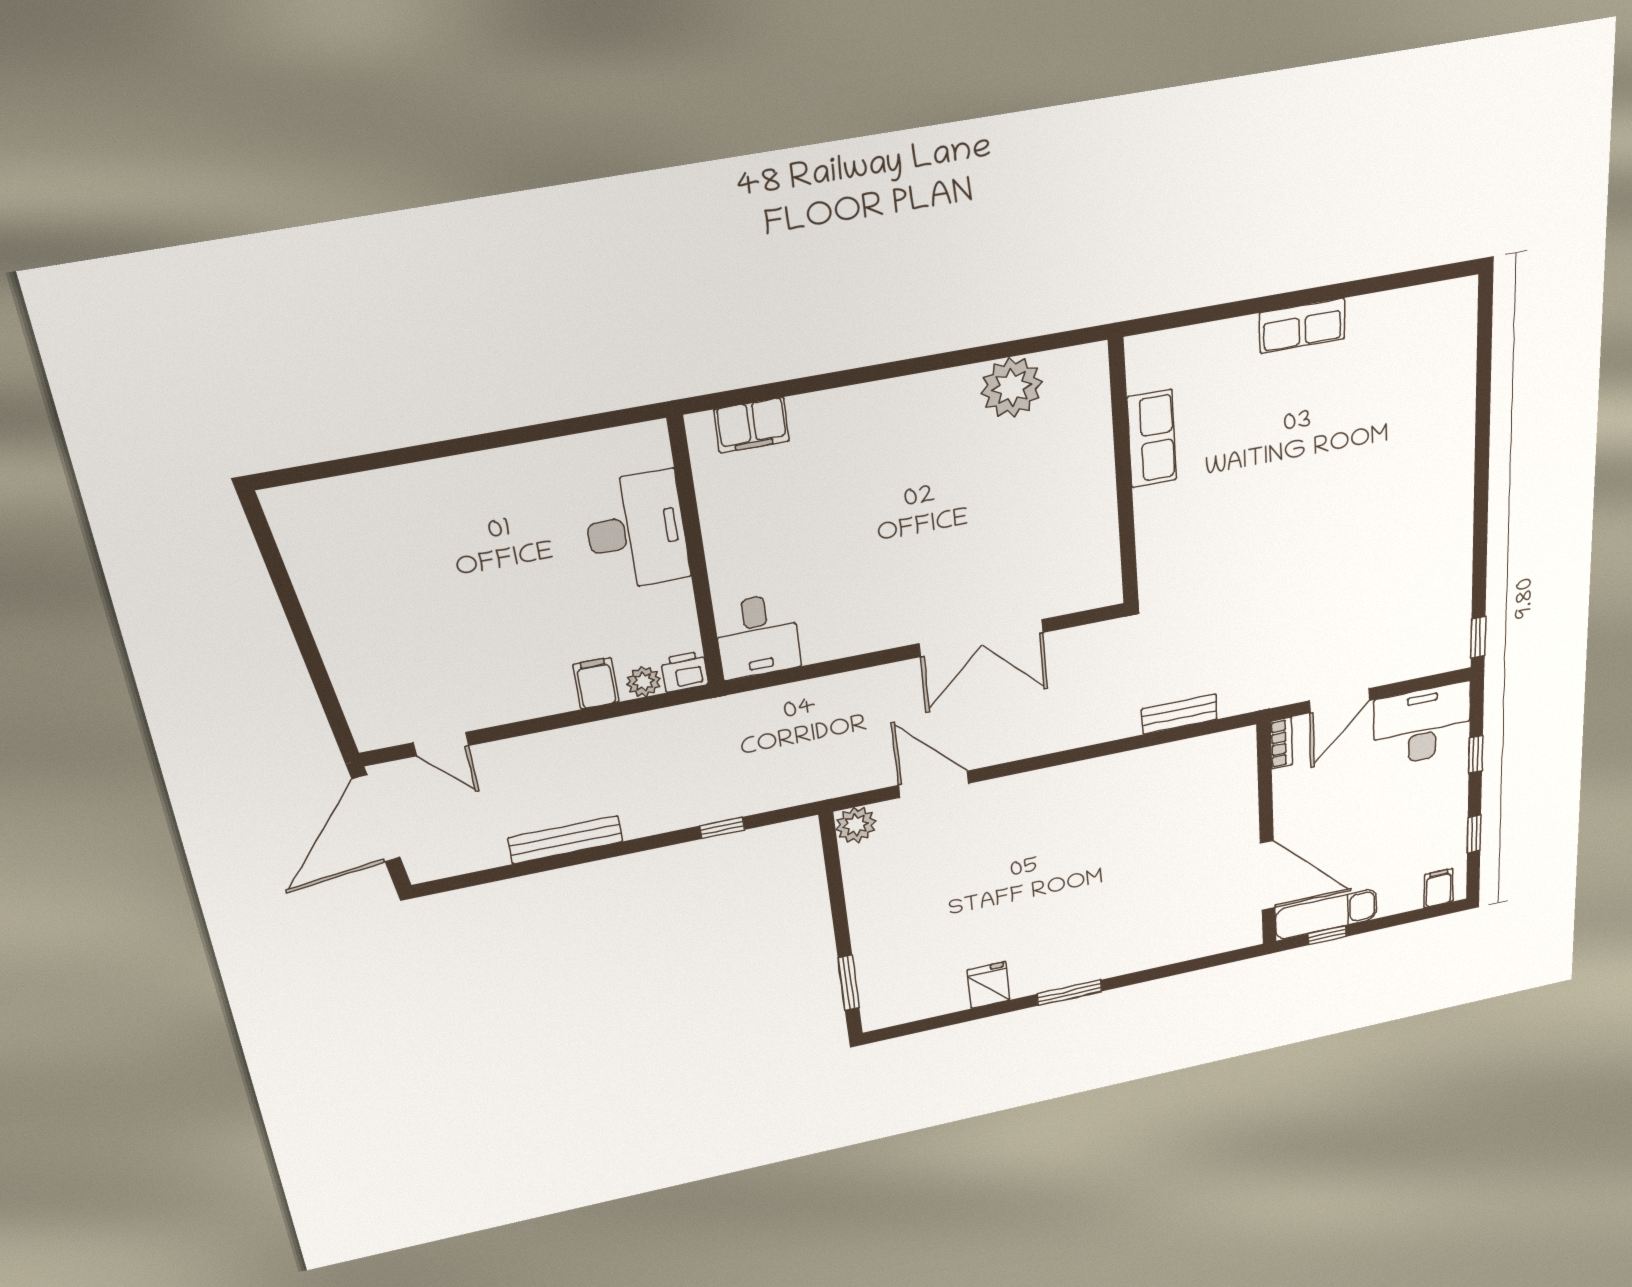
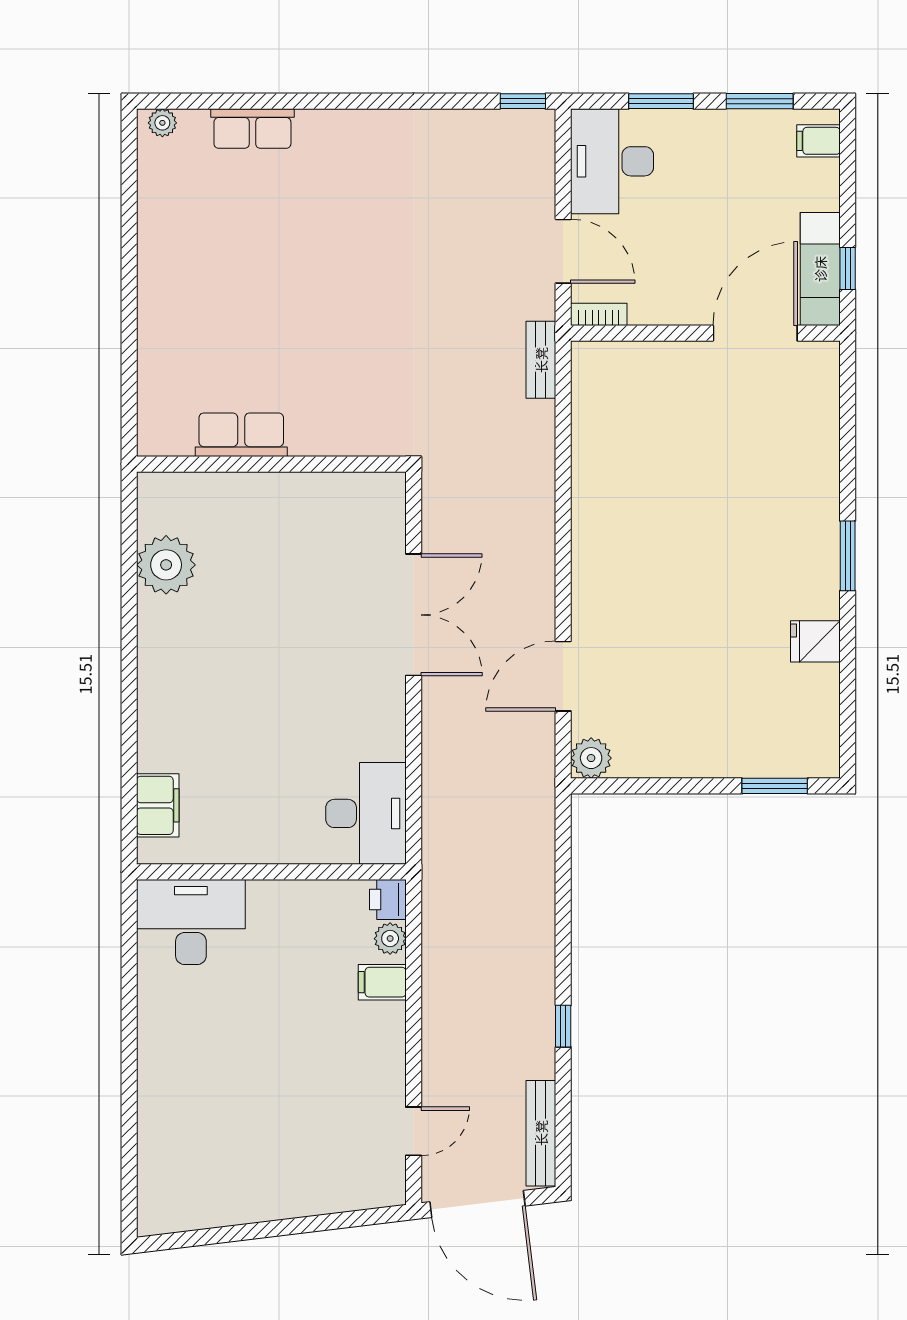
plant: (1464, 303) -> (162, 123), added
row of seats: (1302, 326) -> (252, 129), moved, turned 90
desk: (636, 531) -> (191, 922), moved
desk: (757, 636) -> (366, 813), width x1.37
bench: (1179, 714) -> (541, 360), moved
window: (1476, 754) -> (661, 101), width x1.50
window: (722, 828) -> (563, 1026), moved
window: (1474, 834) -> (760, 101), width x1.50
bench: (565, 840) -> (541, 1133), moved

